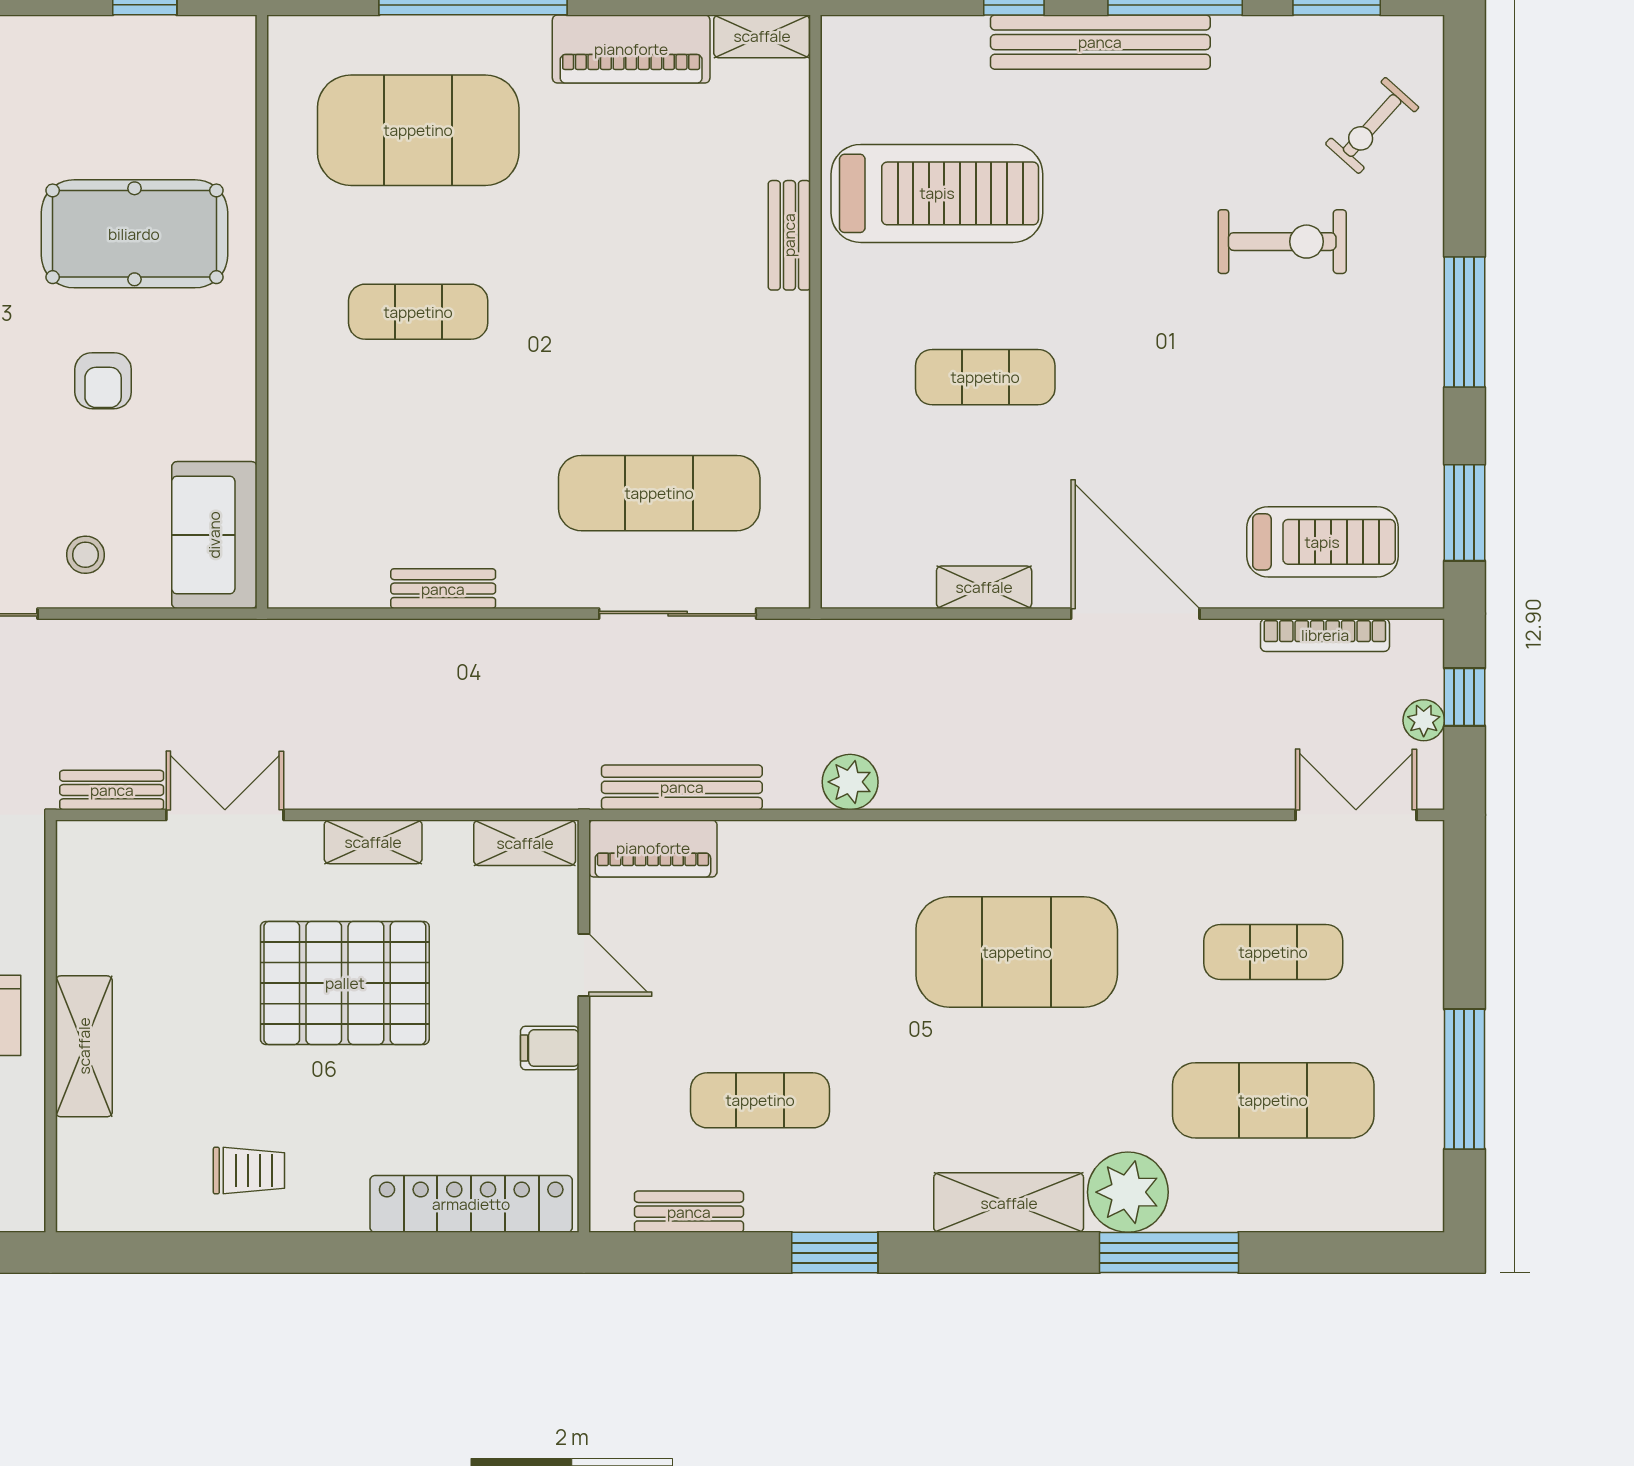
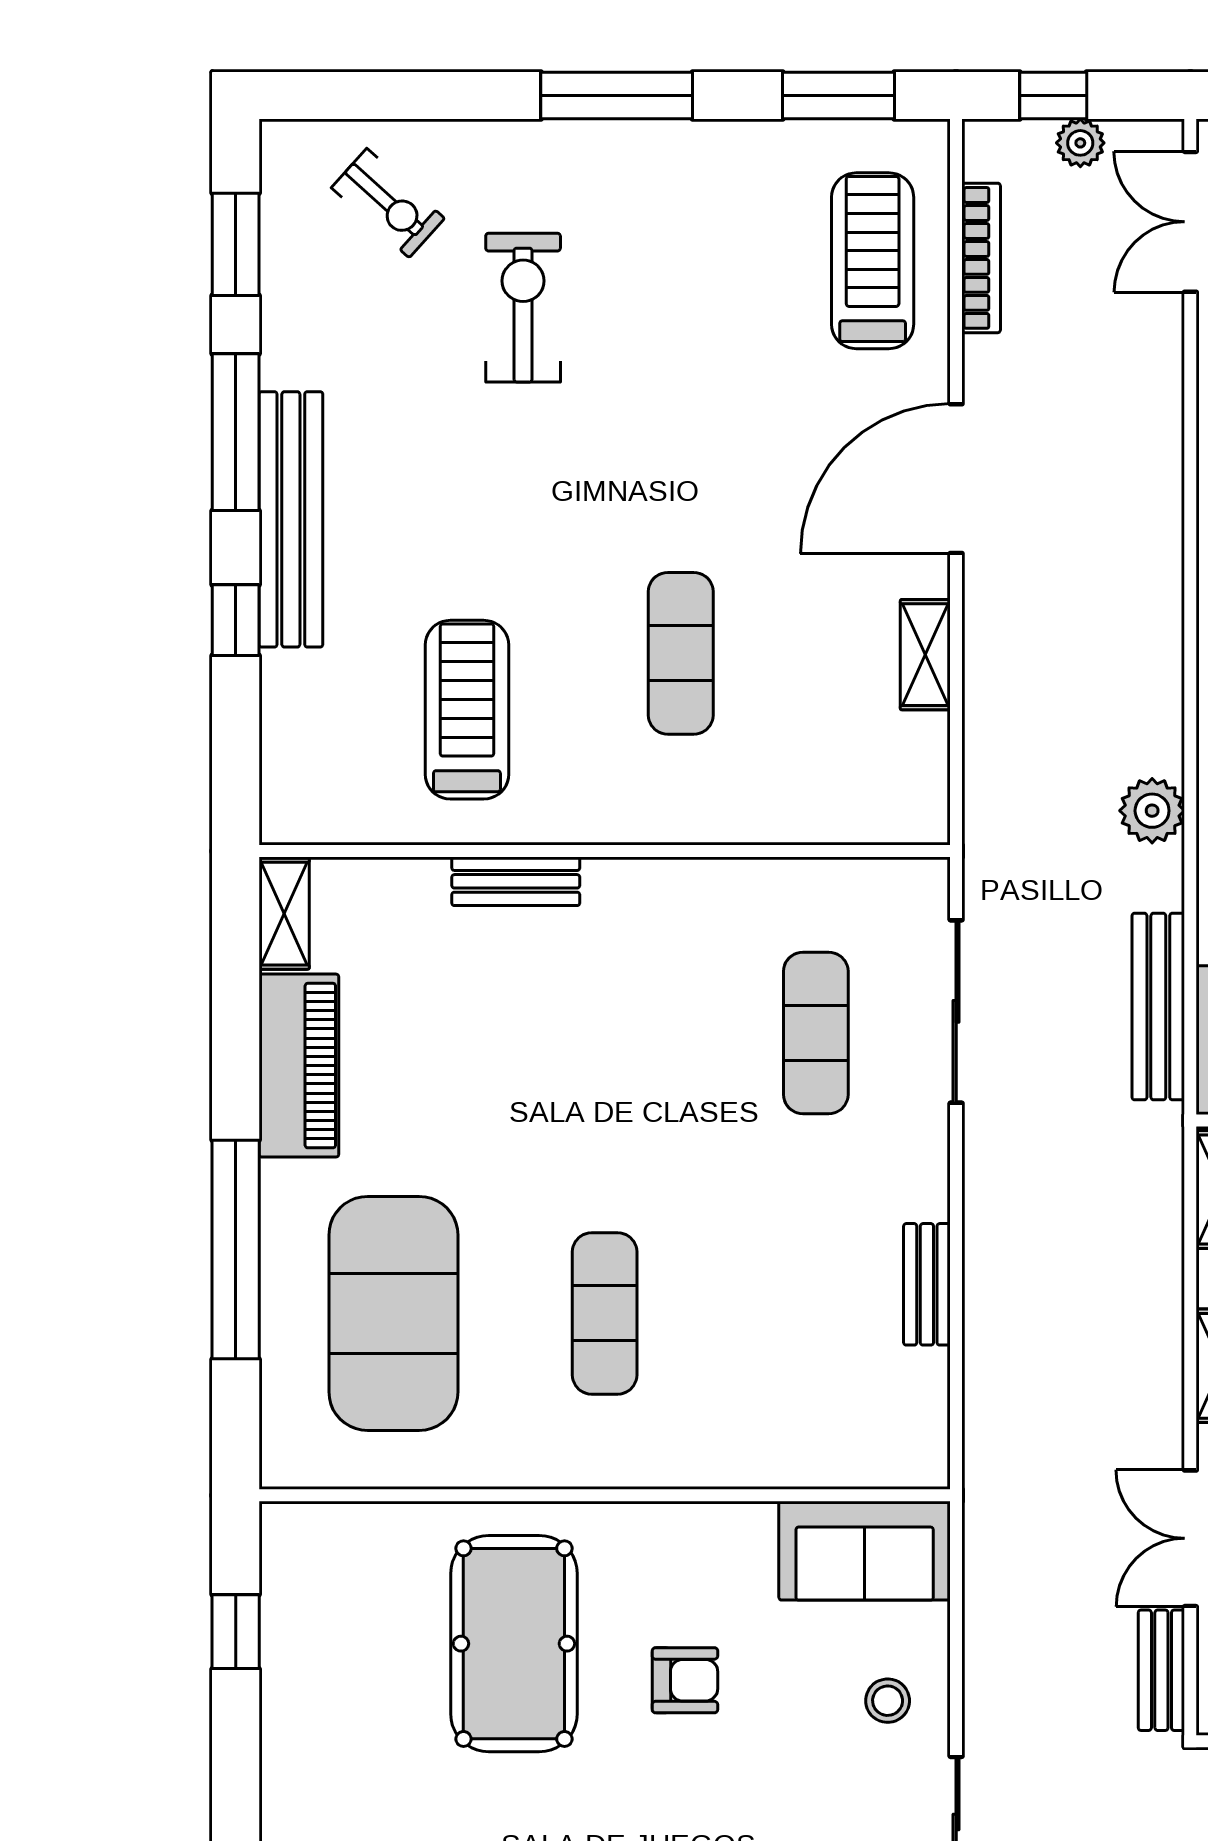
treadmill: (937, 193) -> (467, 710), width x0.73, depth x0.73
exercise mat: (659, 493) -> (816, 1033), width x0.73, depth x0.69

